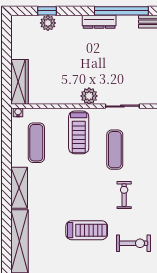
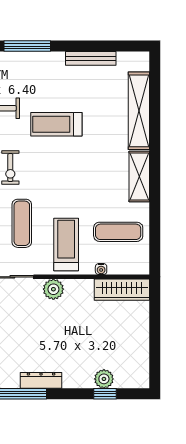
wardrobe: (20, 82) -> (122, 290), moved, turned -90
water cooler: (18, 112) -> (101, 269), moved
exercise mat: (36, 143) -> (118, 232), turned 90

